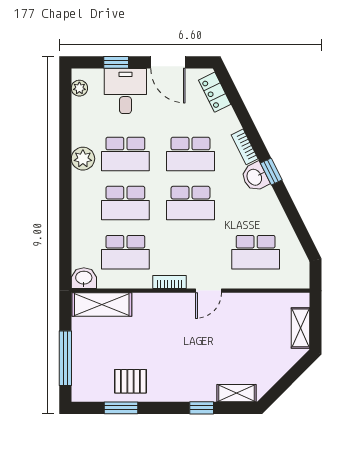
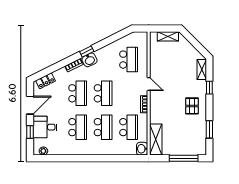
plant: (83, 159) -> (80, 149), removed
pallet: (130, 381) -> (192, 106), moved

